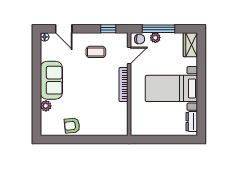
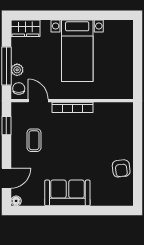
plant: (46, 106) -> (98, 199), removed
dresser: (192, 122) -> (116, 27), removed

